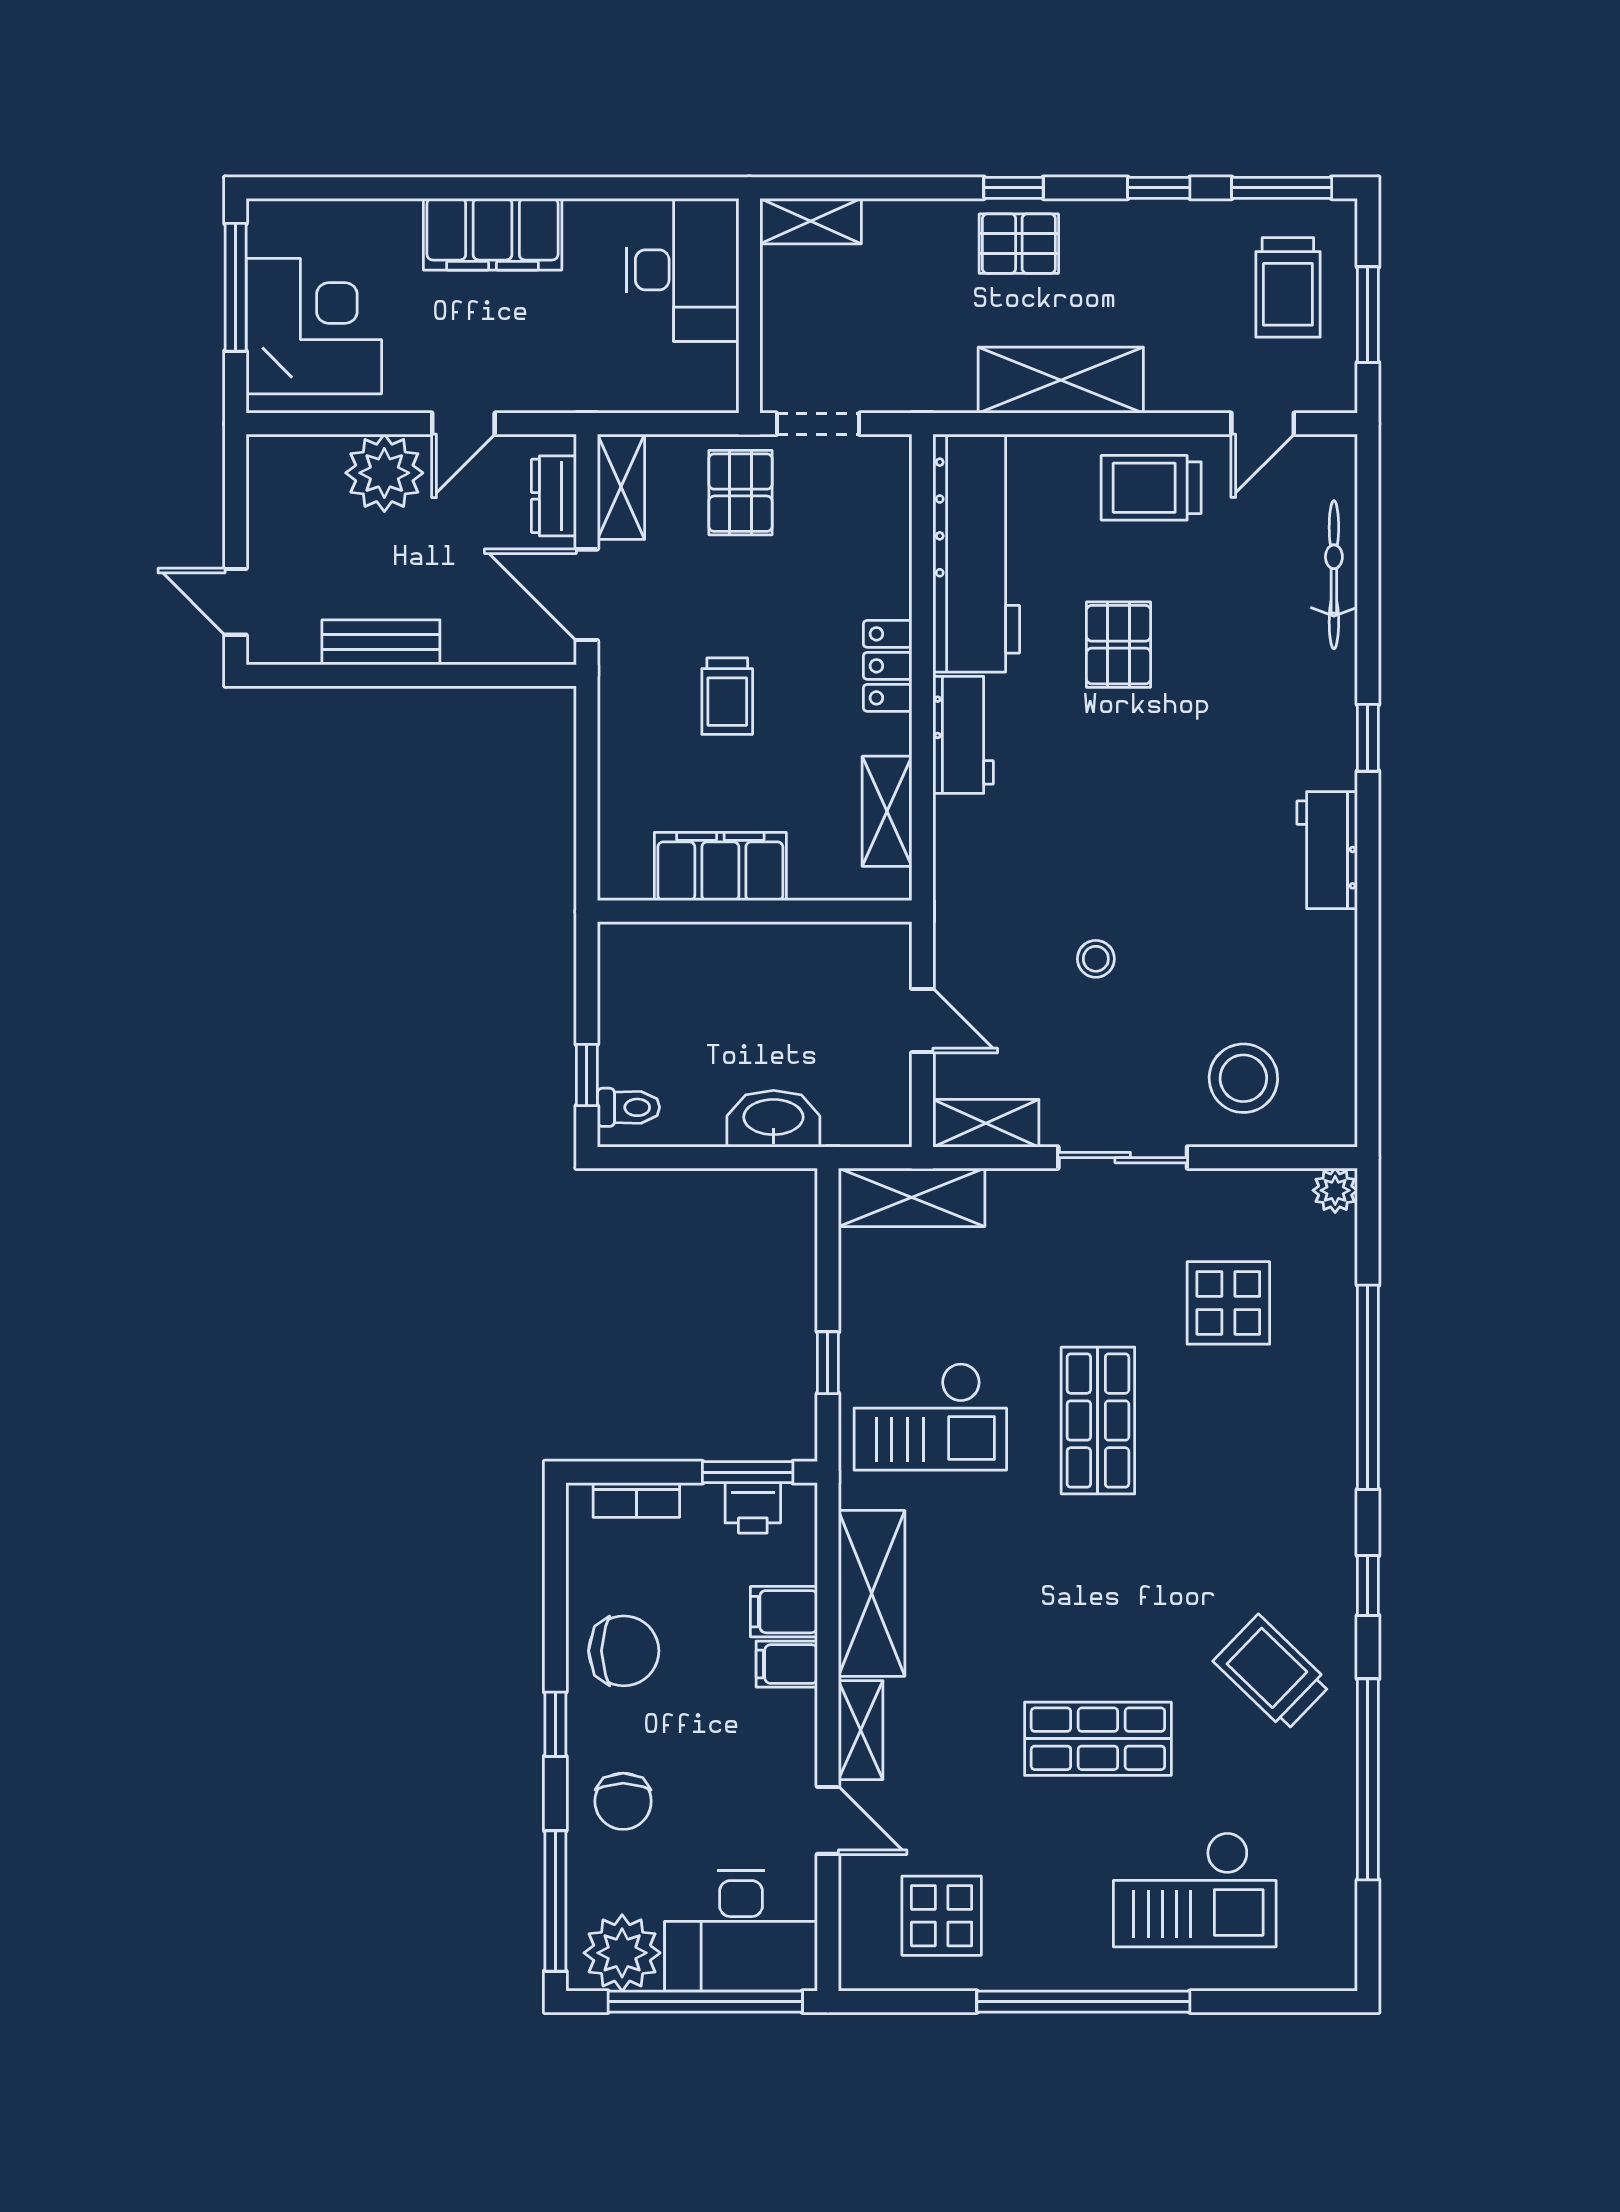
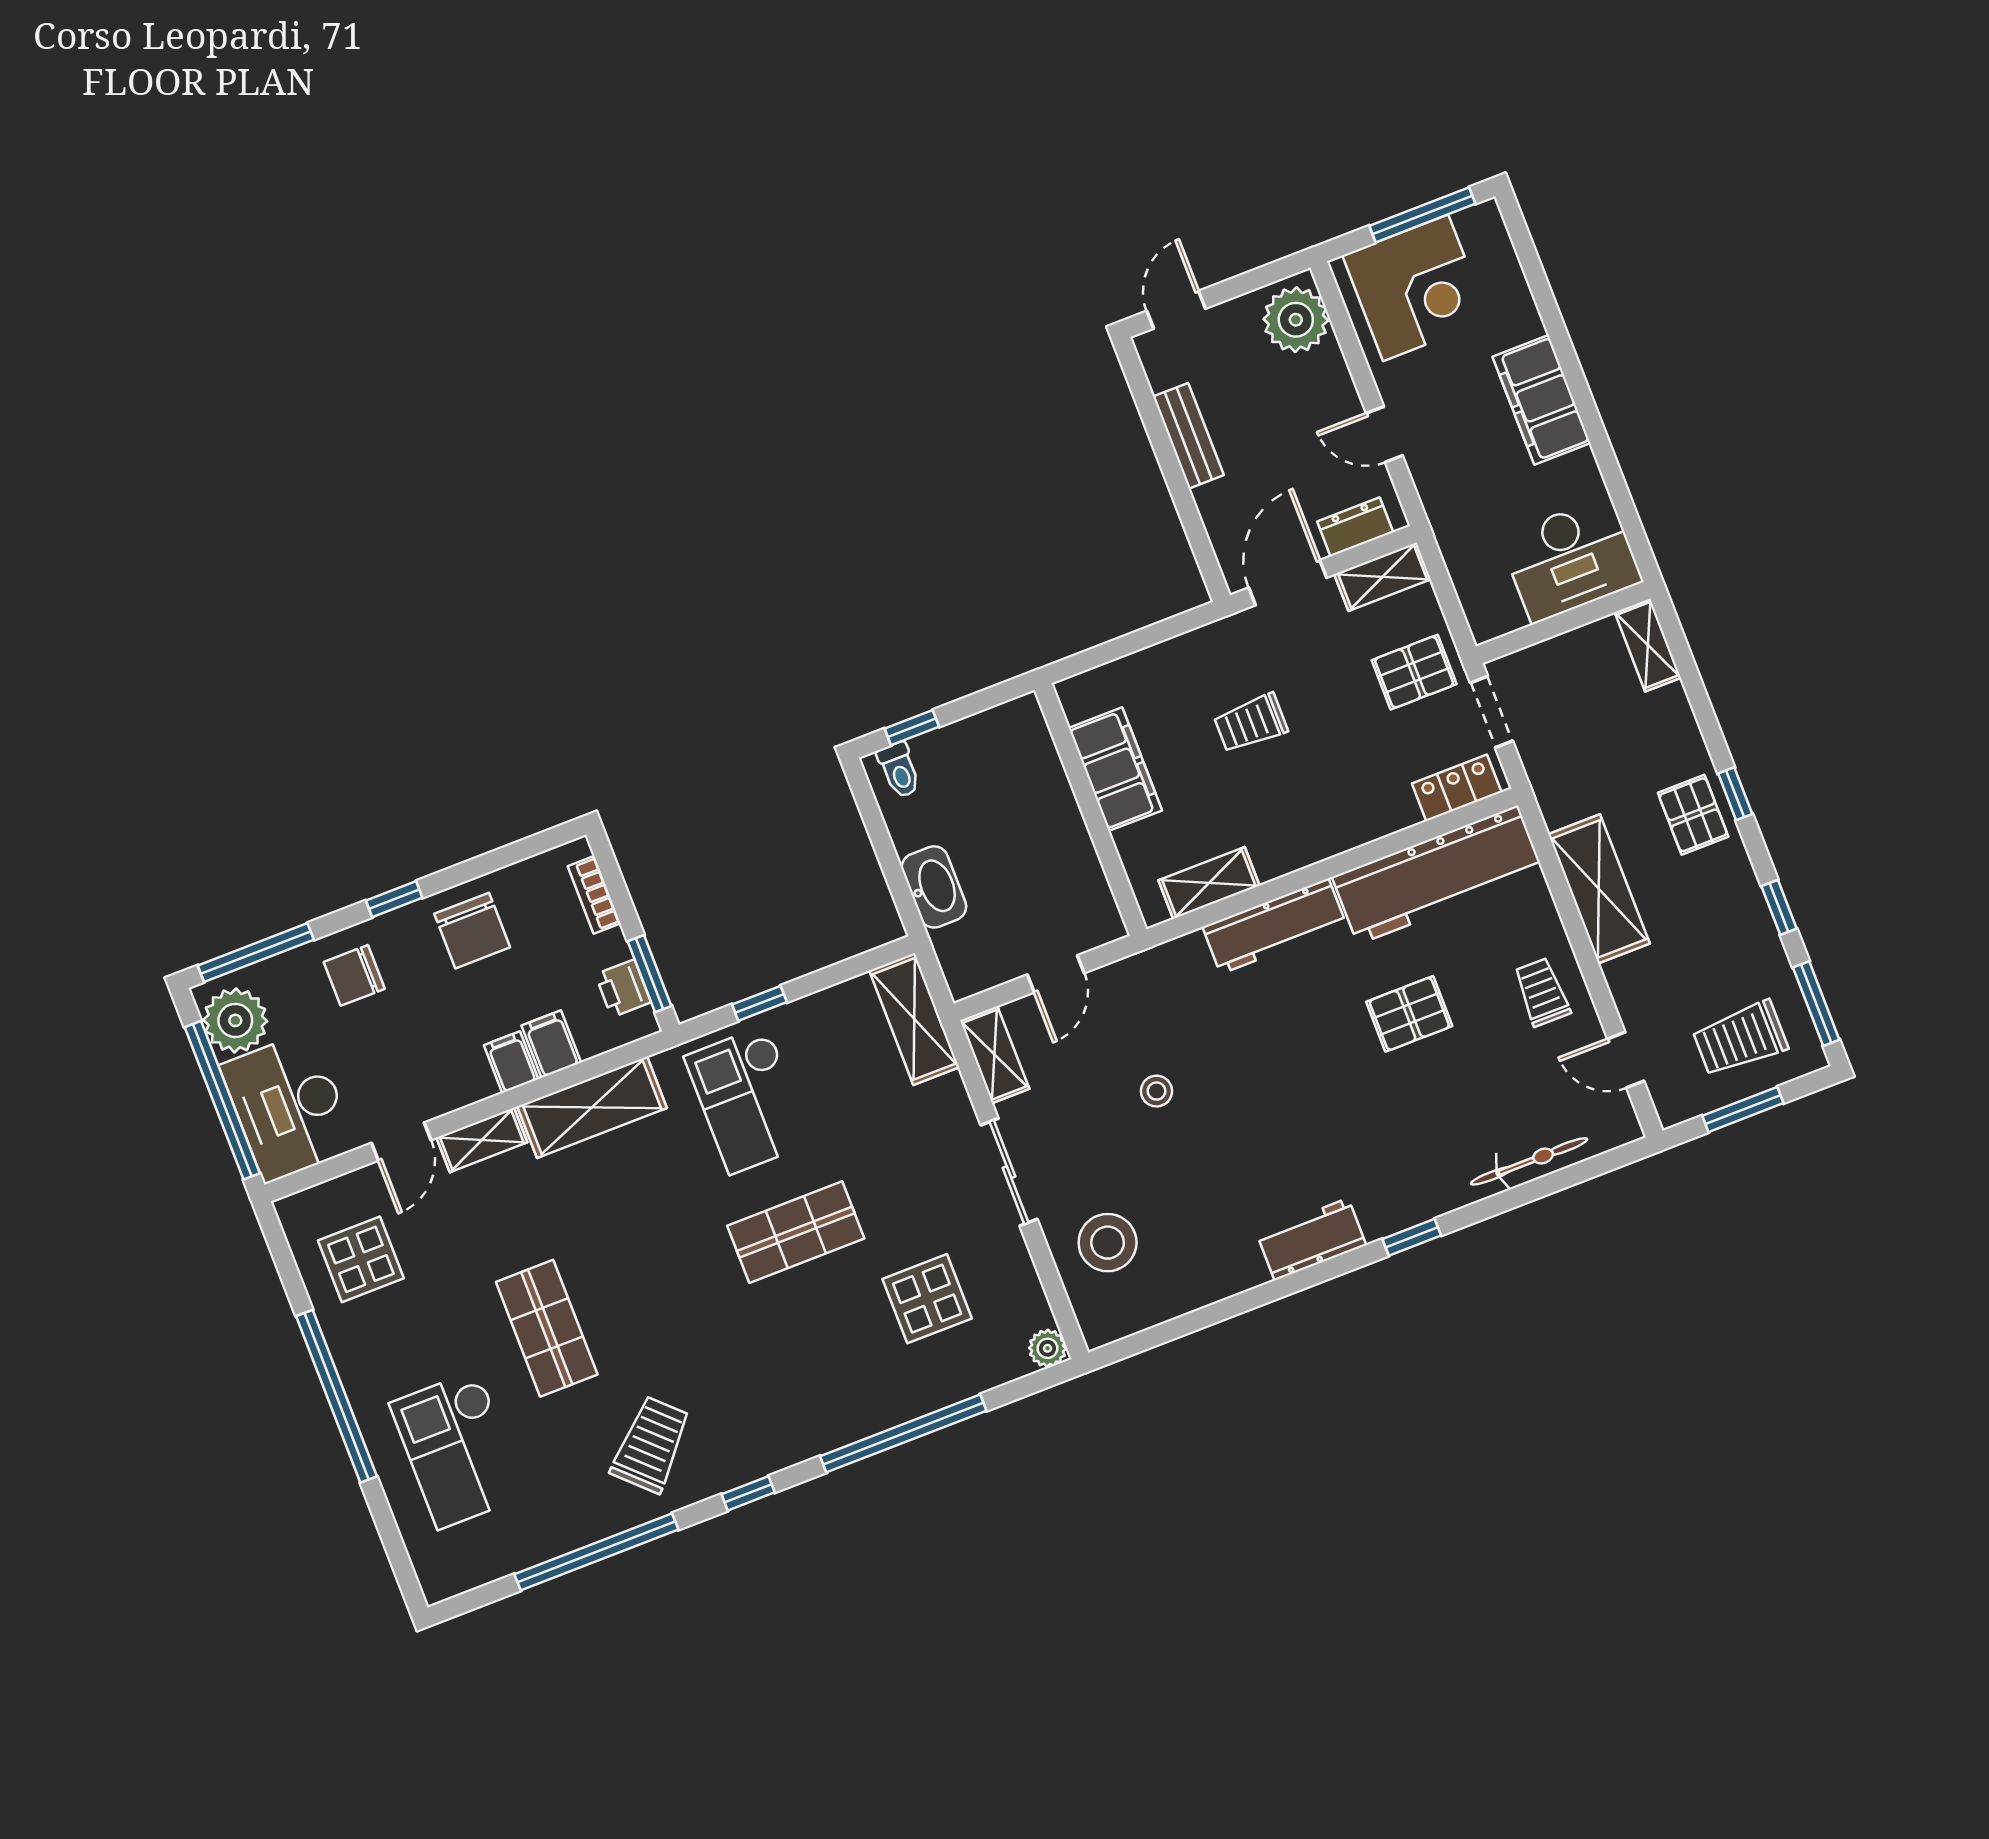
plant: (384, 473) -> (1296, 320), moved
trolley: (1151, 488) -> (1542, 992), width x0.73, depth x0.72
locker: (888, 666) -> (1457, 788), moved
workbench: (963, 735) -> (1274, 926), width x1.37

